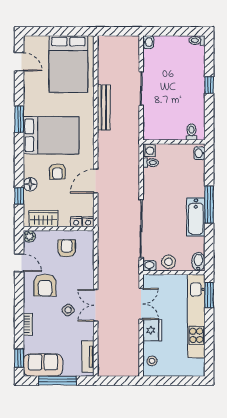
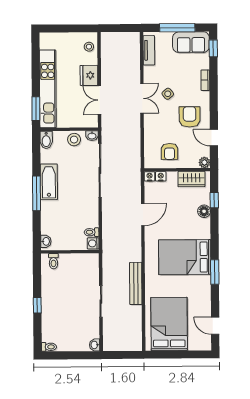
armchair: (57, 171) -> (179, 223), removed

